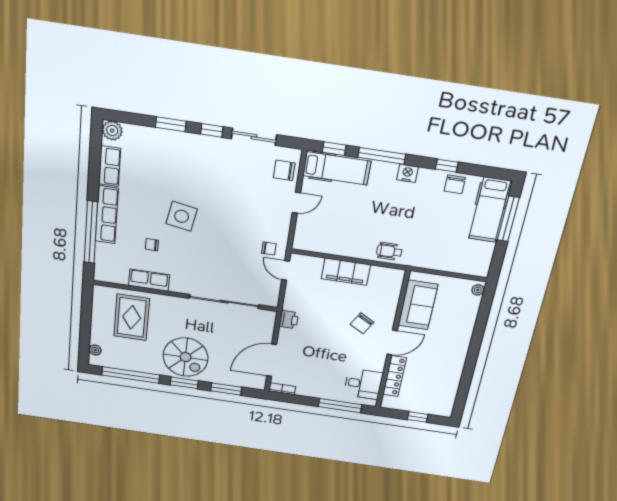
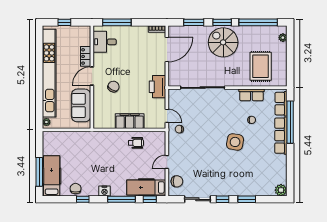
row of seats: (110, 166) -> (281, 104), moved
wheelchair: (389, 251) -> (136, 143), moved
printer: (289, 320) -> (157, 87), width x1.87, depth x1.48
kitchen unit: (457, 356) -> (49, 73), added
locker: (395, 376) -> (86, 56), width x0.66

